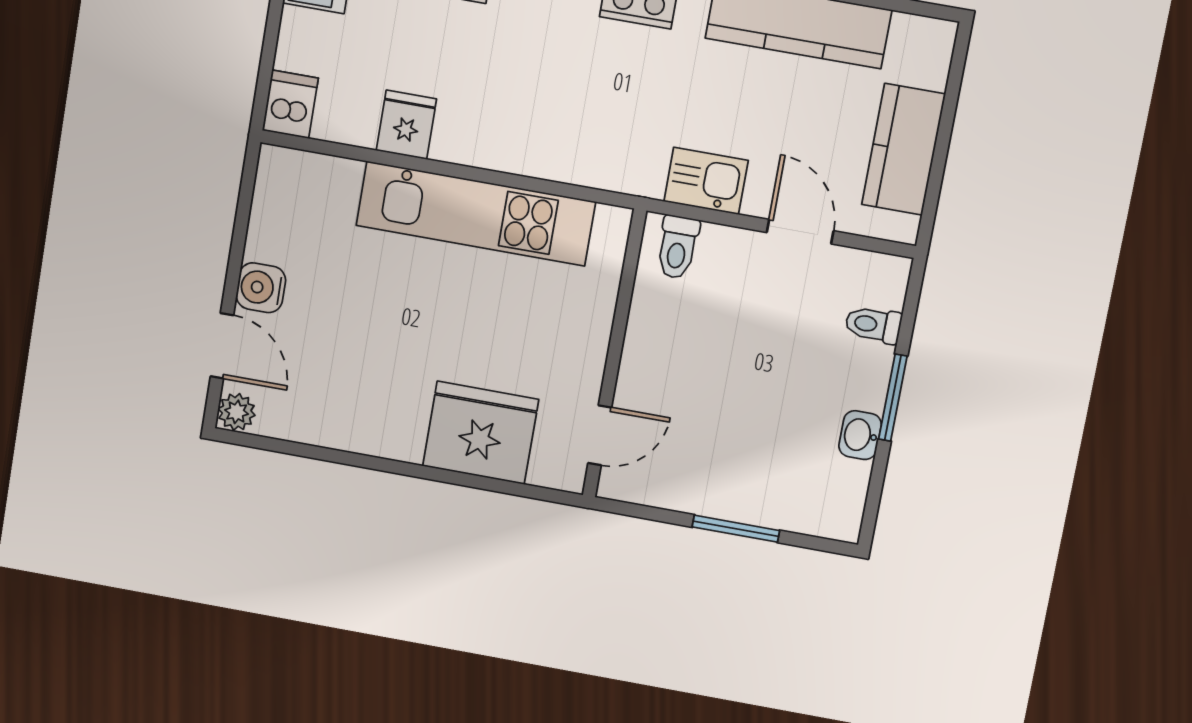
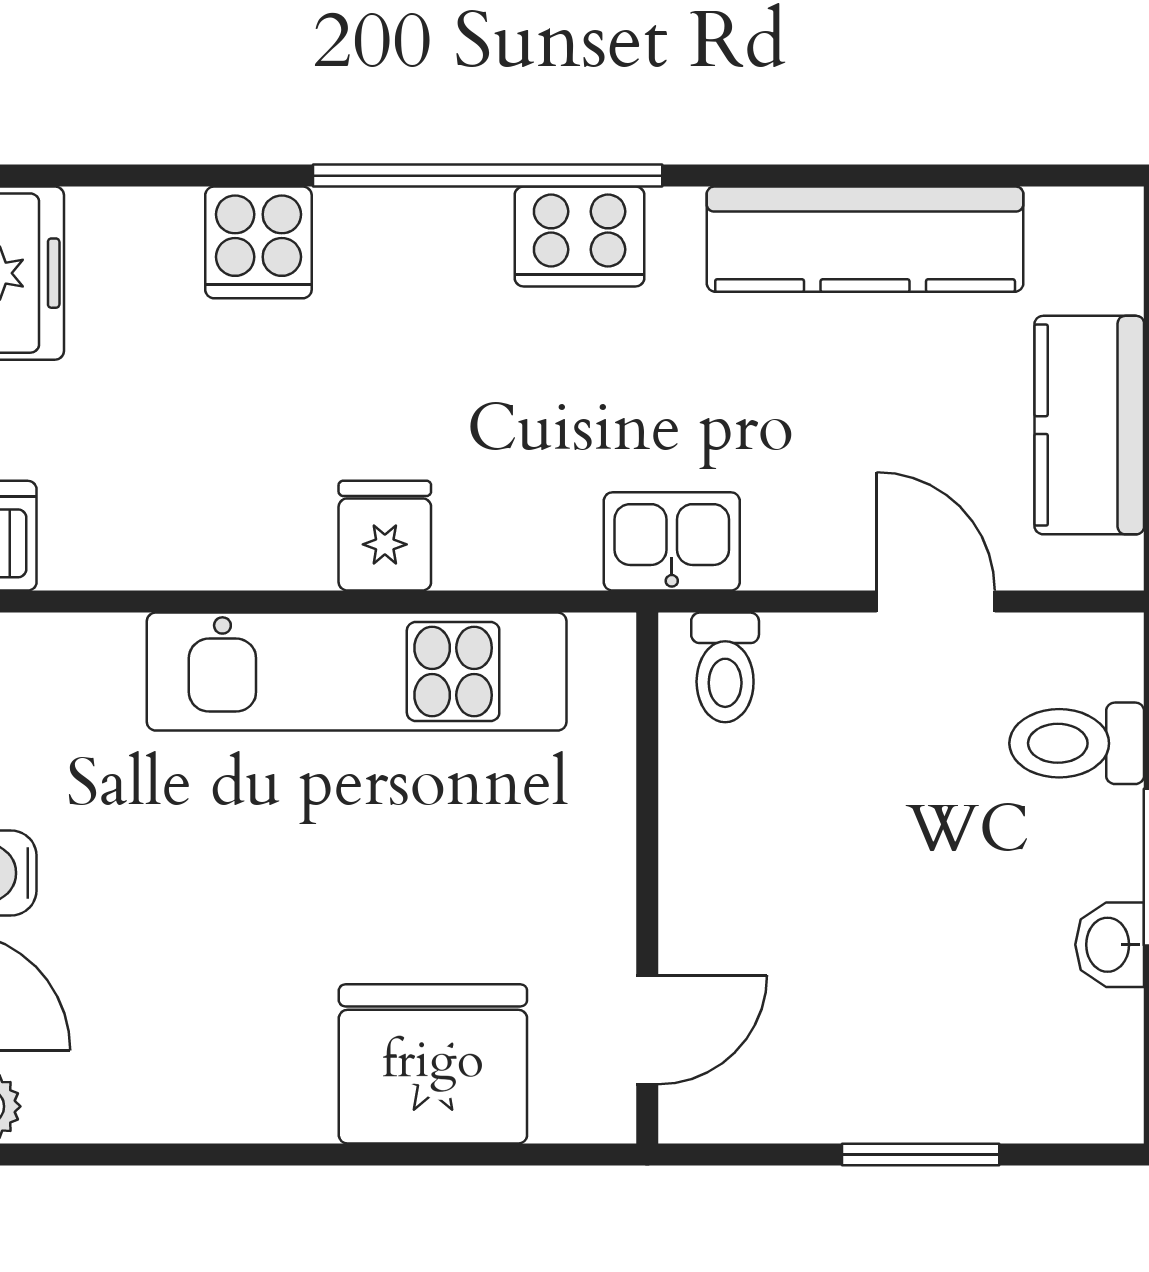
fridge: (406, 125) -> (385, 536), moved
kitchen sink: (706, 181) -> (672, 541), moved
toilet: (873, 325) -> (1077, 743), width x1.37, depth x1.39

